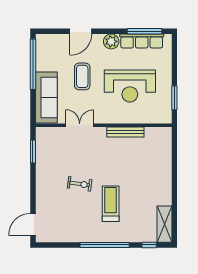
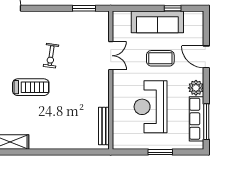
window: (33, 64) -> (173, 8), width x0.32
sofa: (46, 98) -> (157, 22), moved
window: (174, 98) -> (160, 152), moved
bench: (125, 132) -> (104, 126), moved

